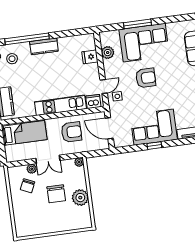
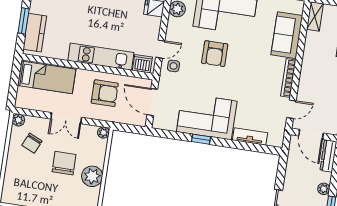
armchair: (146, 78) -> (215, 54), turned 90
plant: (32, 169) -> (18, 120), moved
chair: (56, 194) -> (64, 163), turned 180

